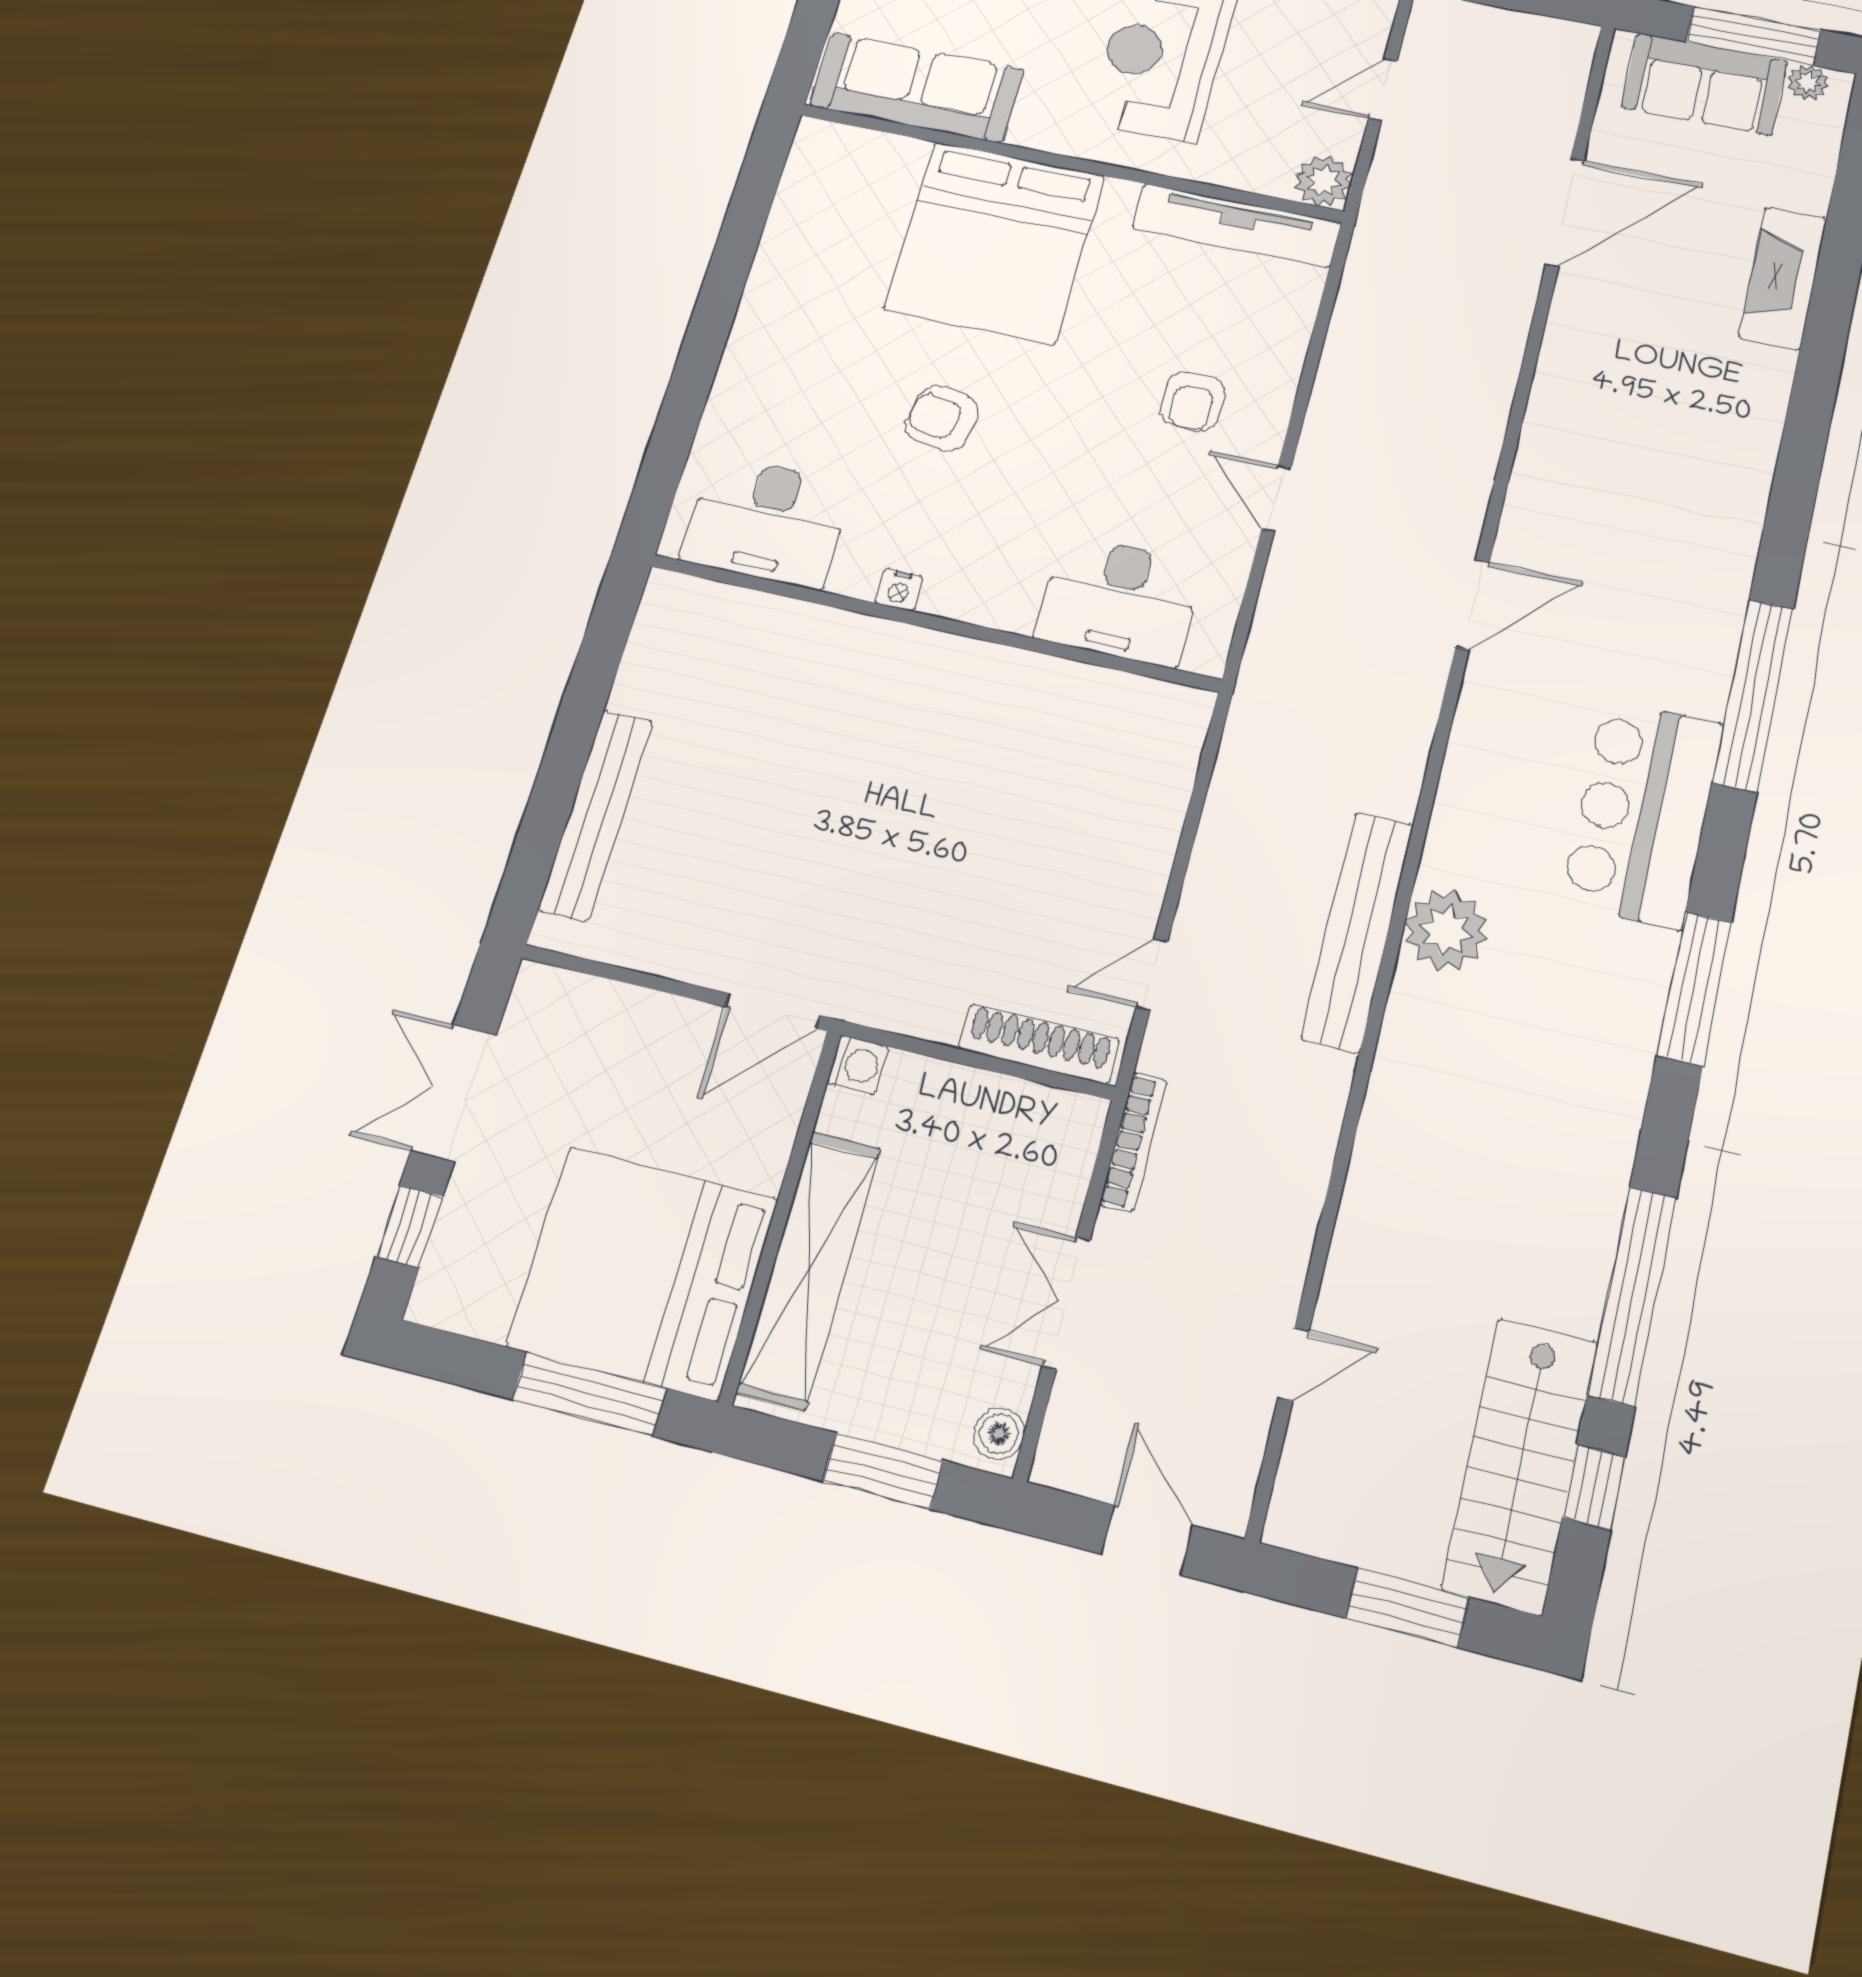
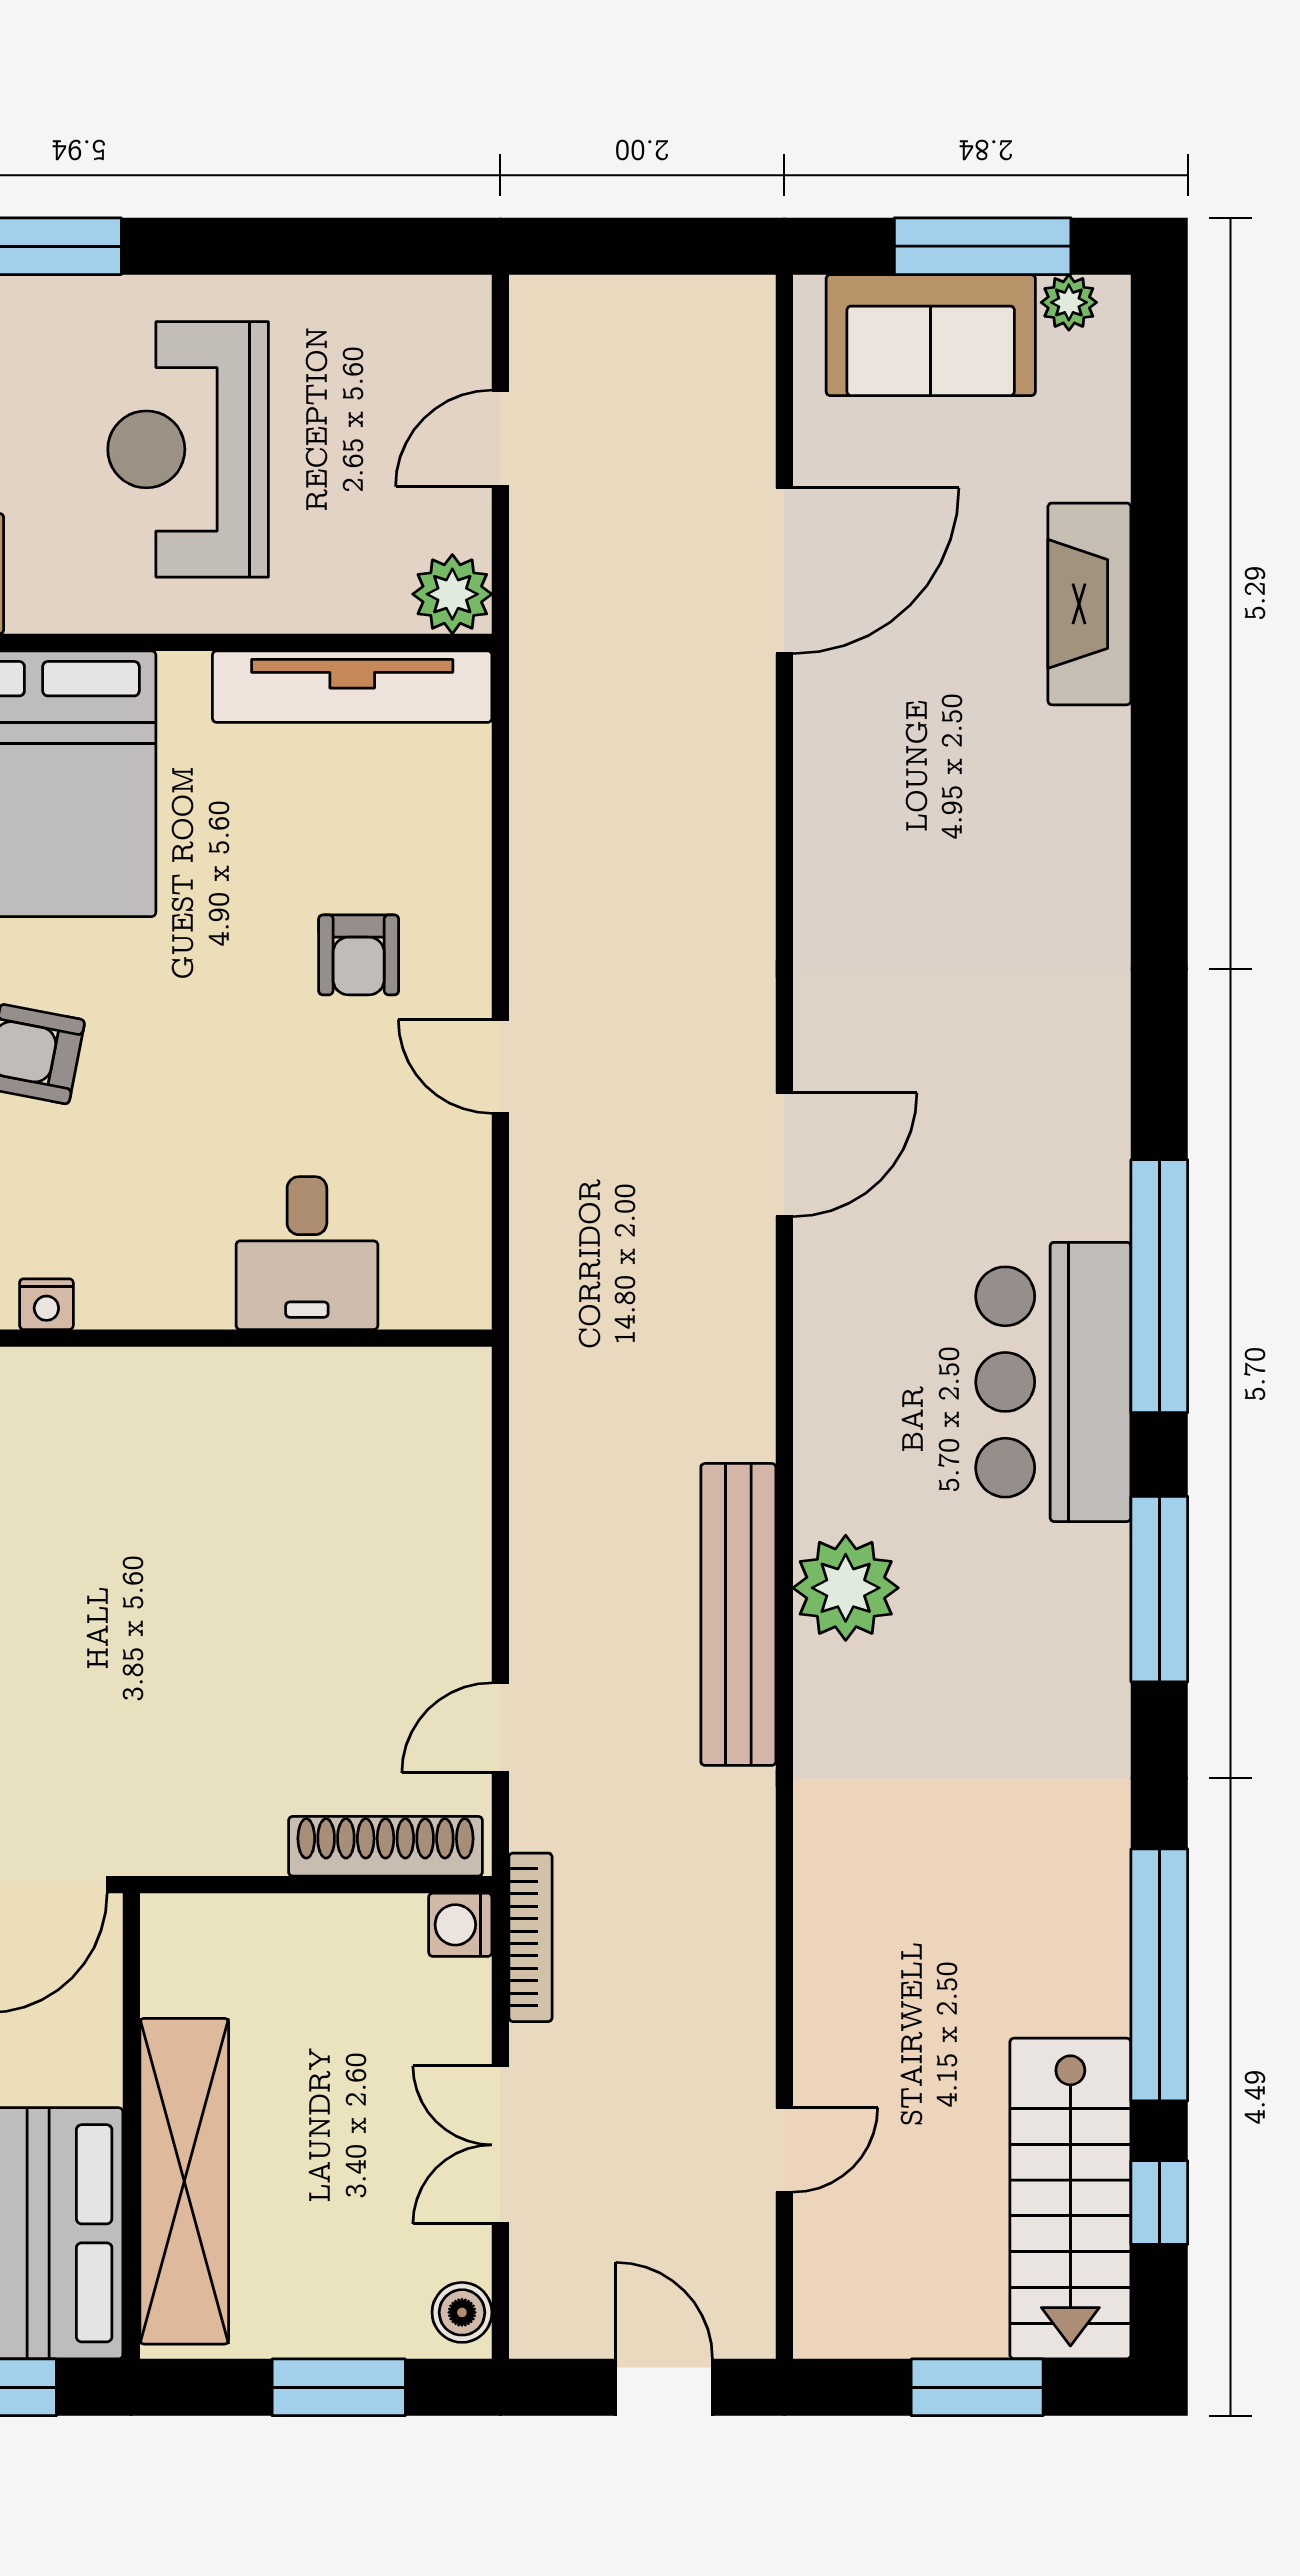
desk: (1119, 600) -> (307, 1253), width x0.73
window: (1753, 695) -> (1159, 1286), moved
washing machine: (858, 1065) -> (460, 1925), moved, turned 180

